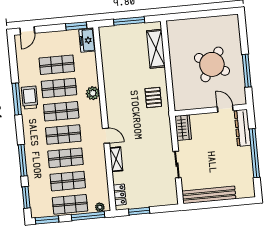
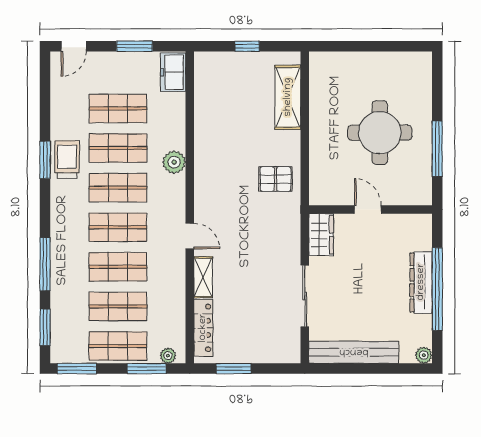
window: (129, 21) -> (247, 46), width x0.46
window: (76, 26) -> (134, 46), moved
round table: (212, 64) -> (380, 133), turned -32
pallet: (153, 97) -> (275, 179), turned 90
window: (17, 99) -> (45, 160), width x0.69
door: (225, 109) -> (368, 209), moved
dresser: (242, 128) -> (421, 282), moved
sliding door: (177, 165) -> (305, 296), width x1.37
plant: (250, 193) -> (424, 355), added
locker: (120, 195) -> (203, 328), width x1.53
window: (88, 216) -> (147, 369), width x0.69

